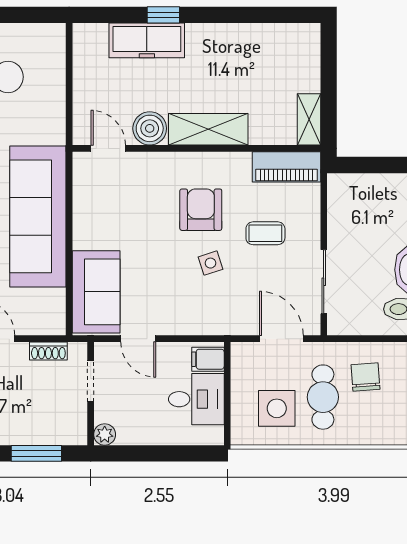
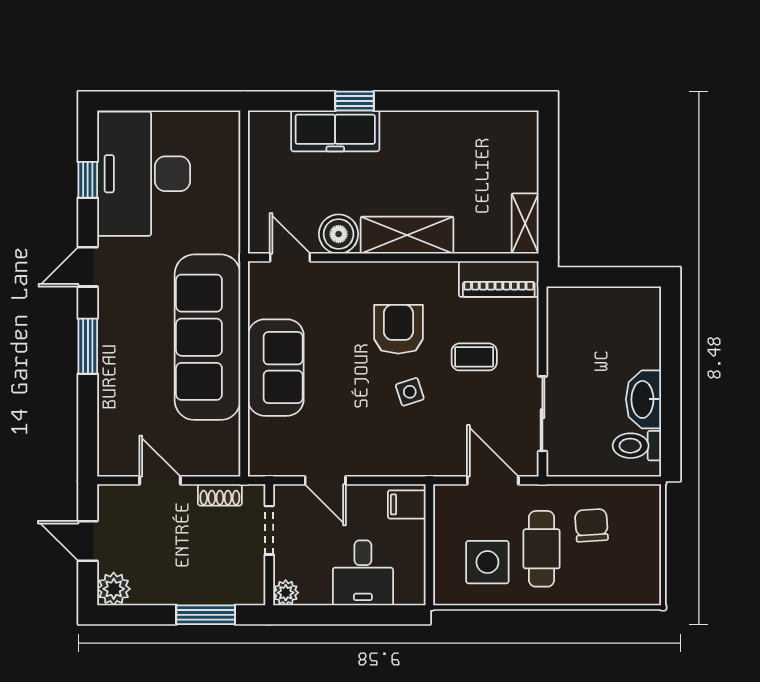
sofa: (96, 292) -> (276, 368), moved
desk: (196, 399) -> (363, 573), moved, turned 90

